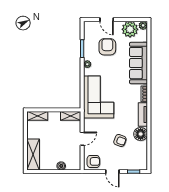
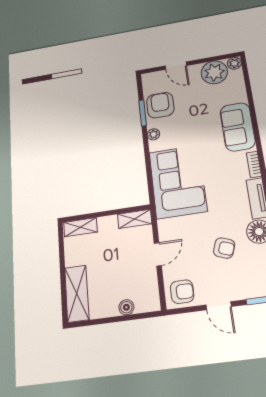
armchair: (107, 47) -> (160, 105), moved
sofa: (139, 63) -> (238, 127), width x0.73

